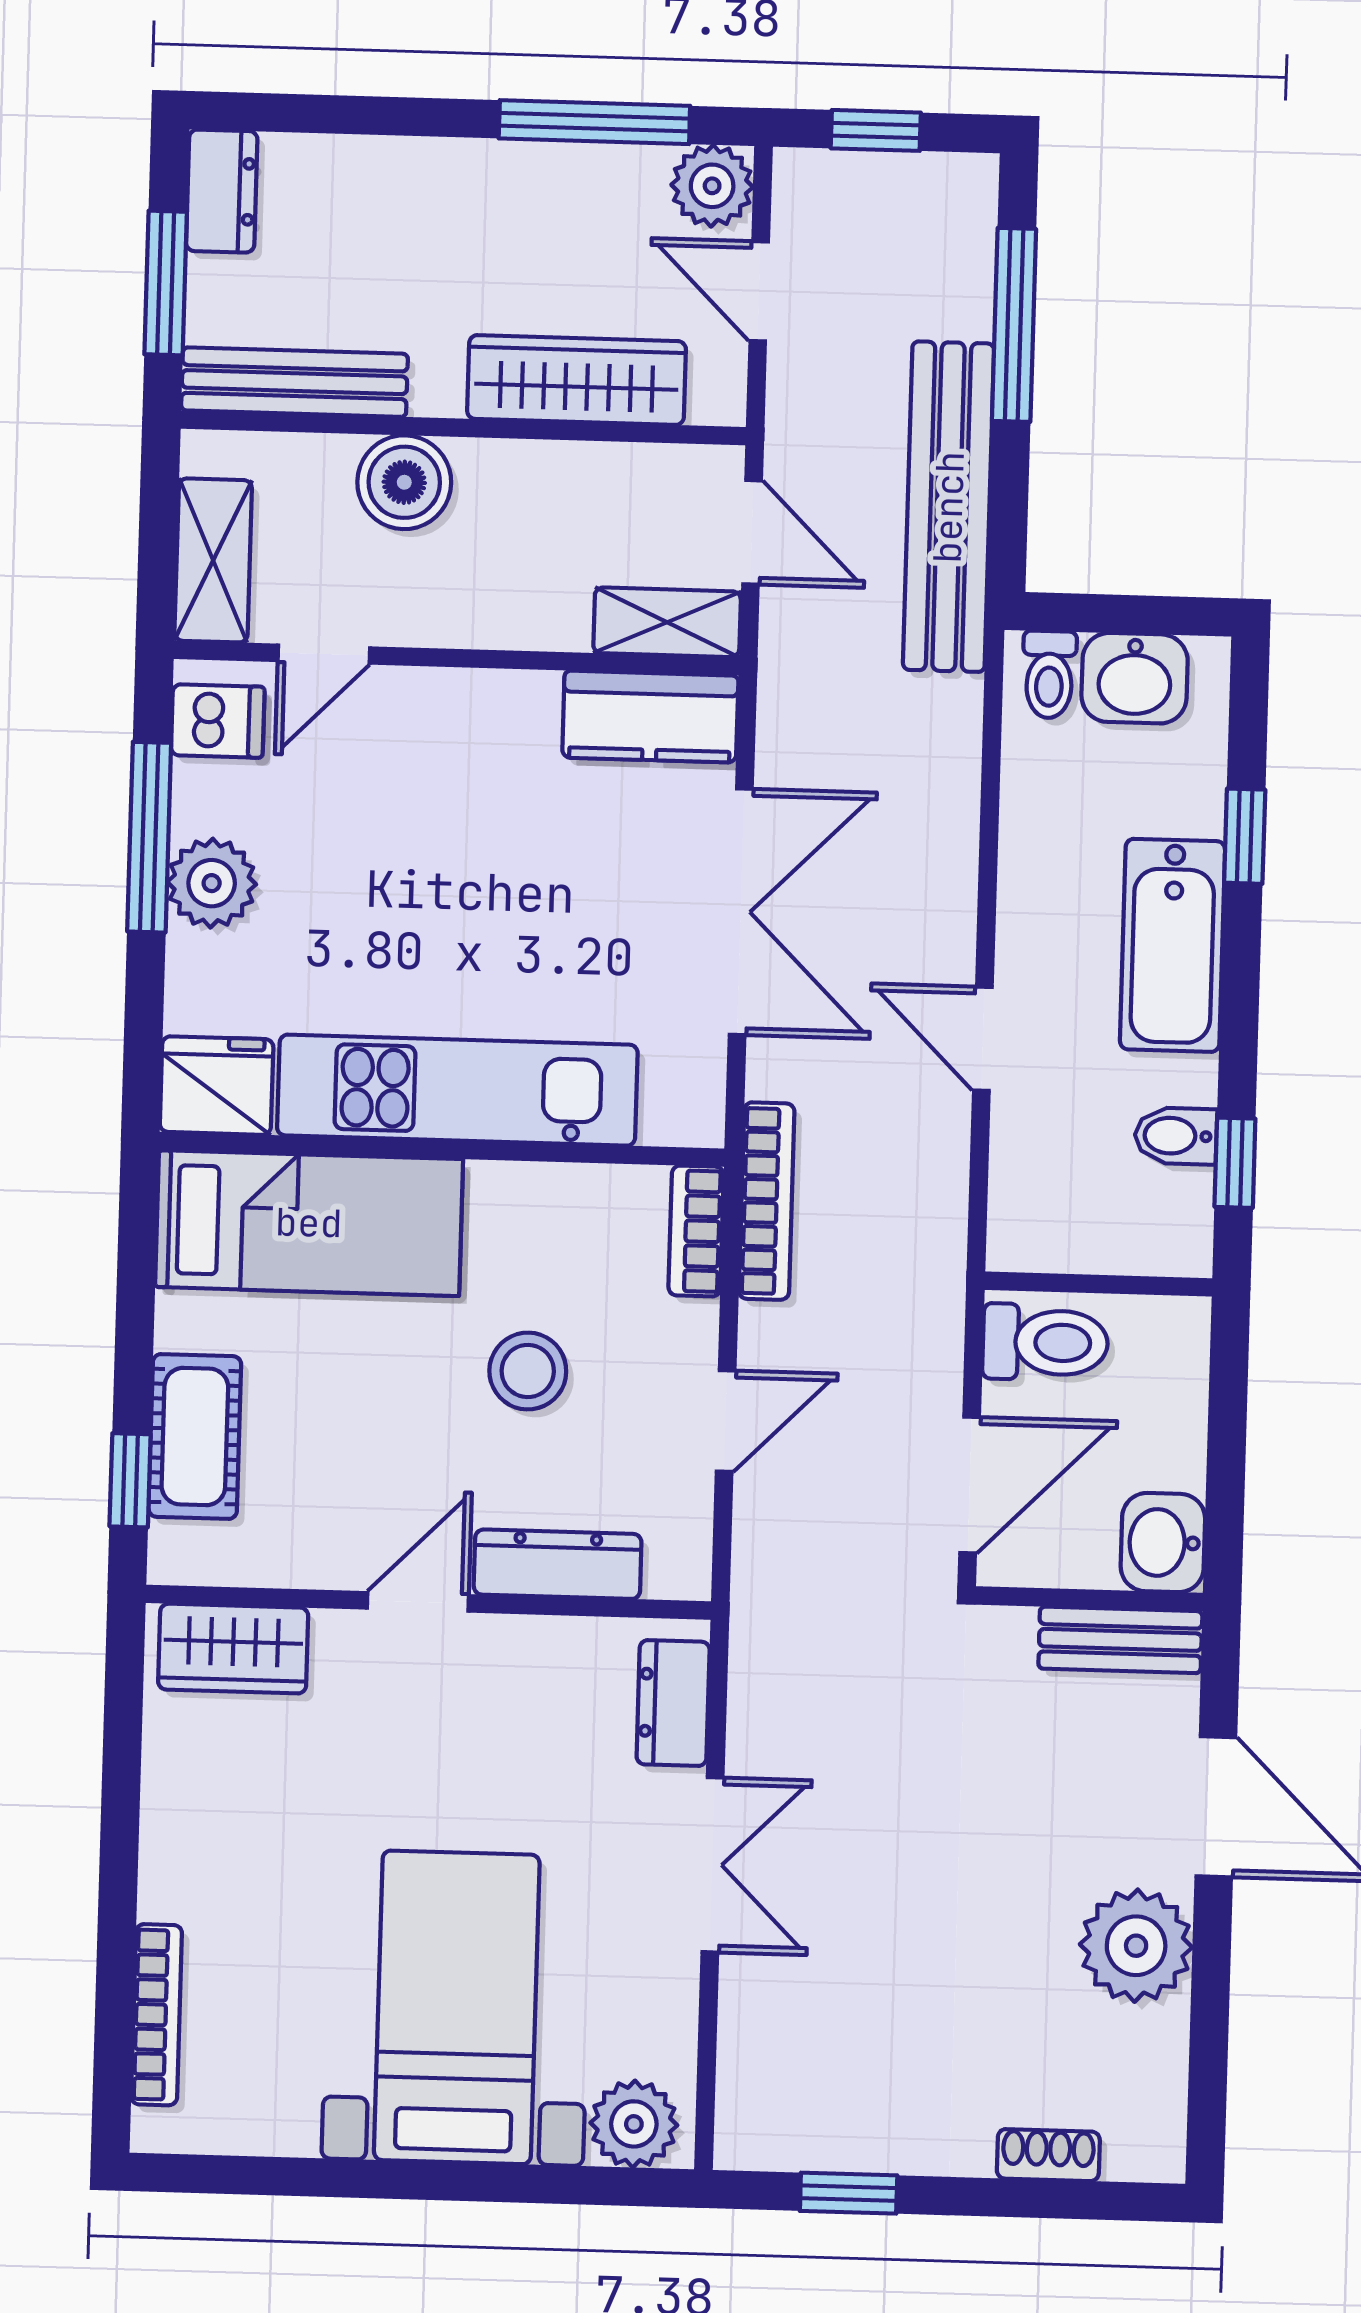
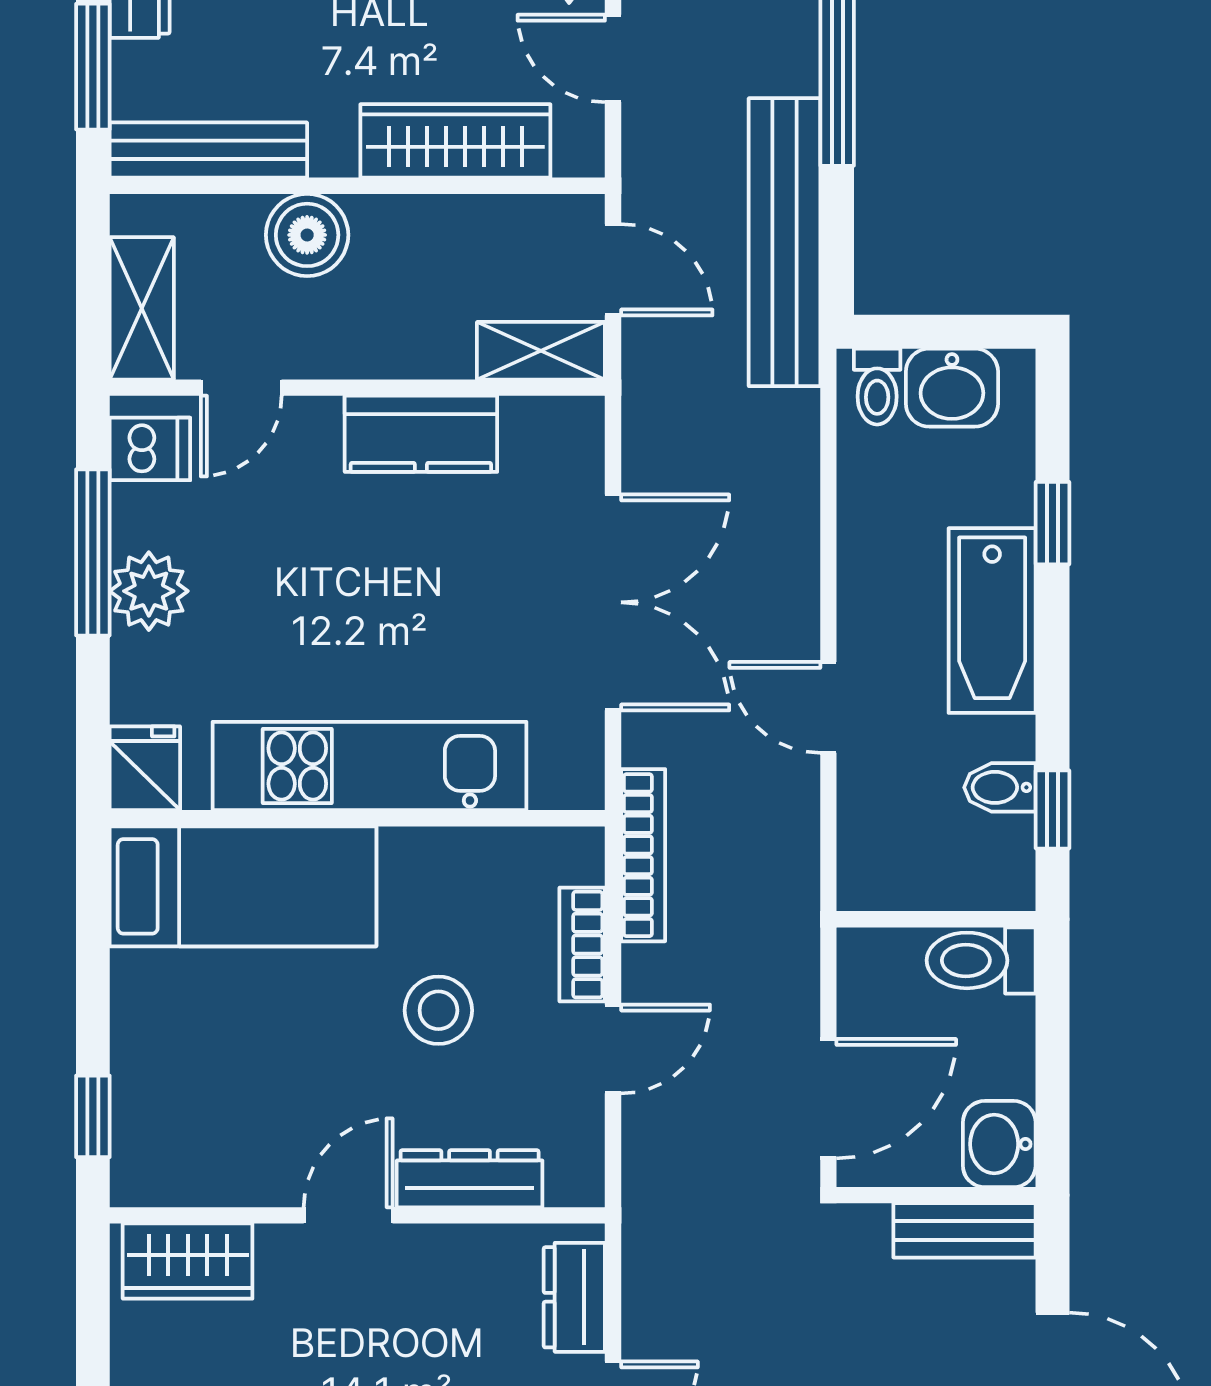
kitchen counter: (650, 717) -> (421, 434), moved
fridge: (217, 1086) -> (145, 768), width x0.72
bookcase: (696, 1231) -> (582, 945), moved
toilet: (1045, 1342) -> (981, 960), moved, turned 180
cot: (195, 1437) -> (148, 1076), removed

